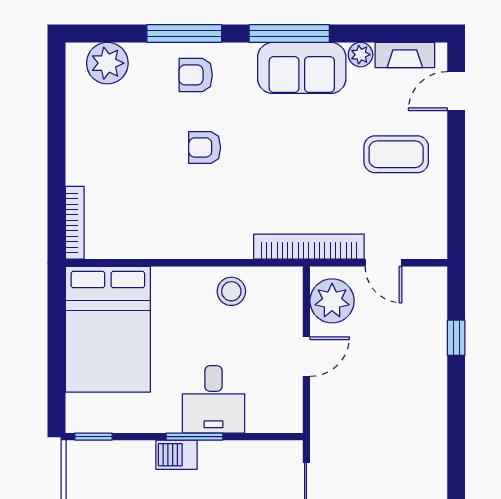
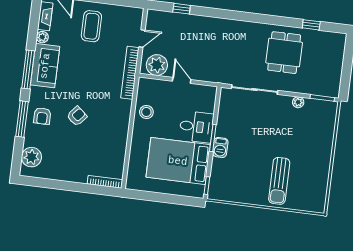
armchair: (205, 147) -> (77, 116), turned -140
bed: (108, 329) -> (178, 161), moved, turned 180

